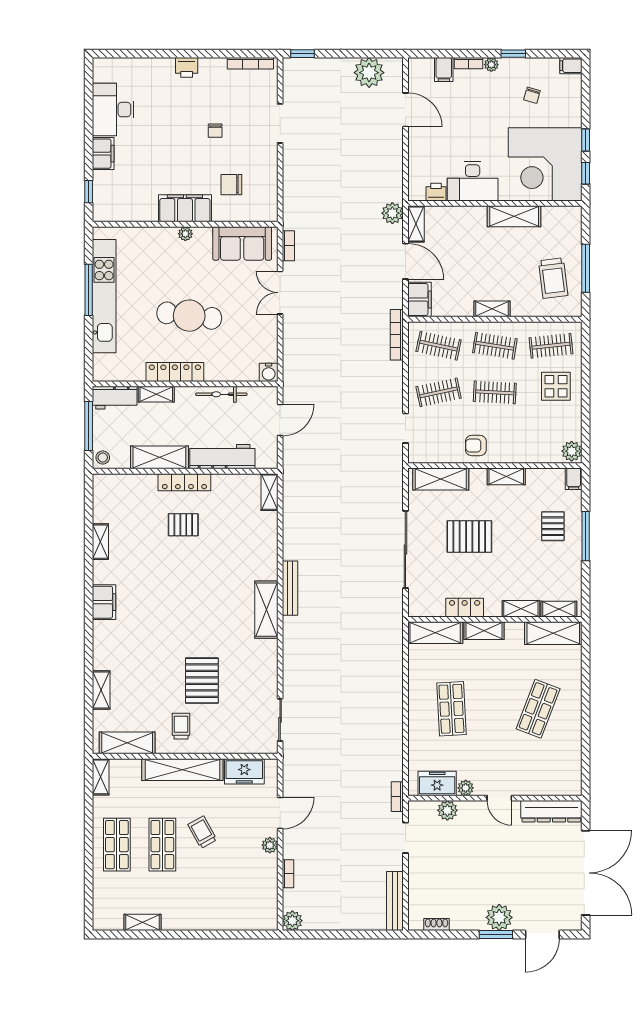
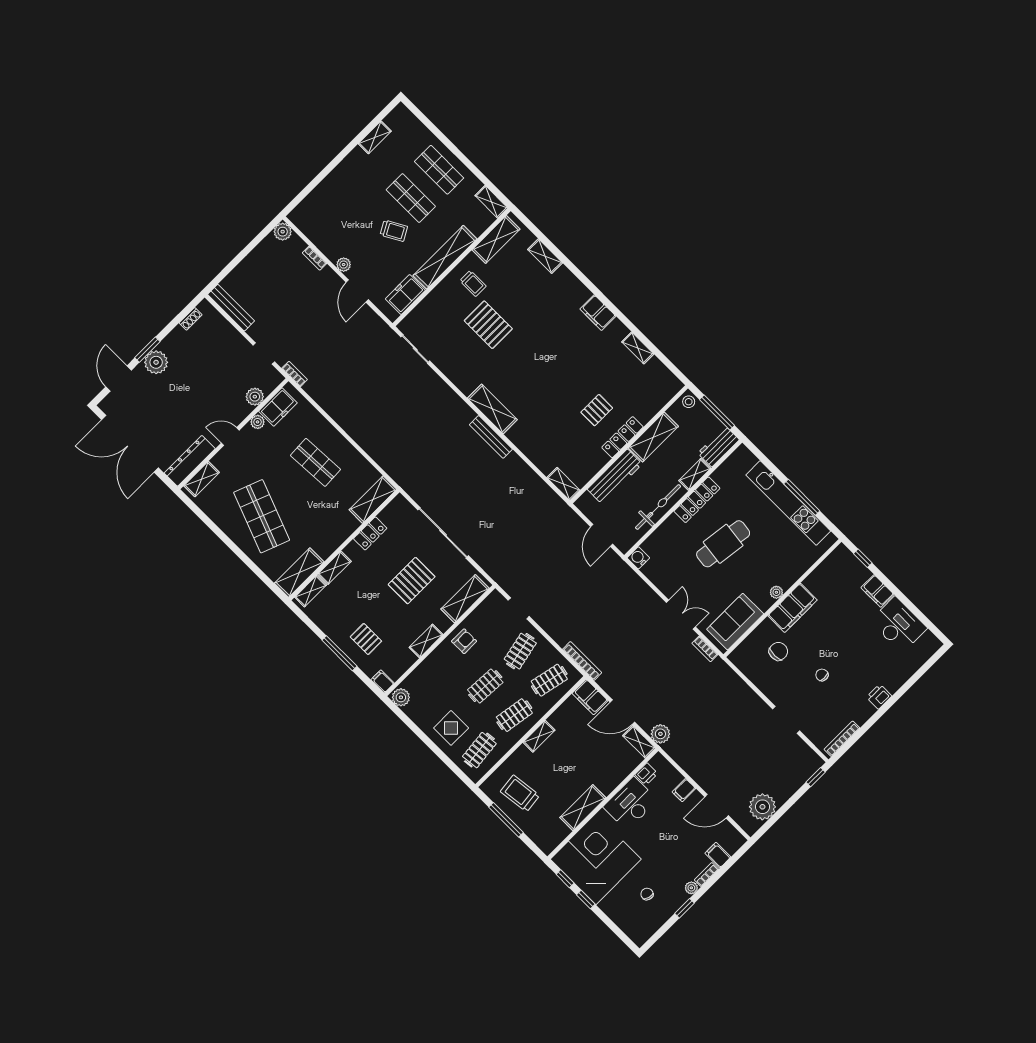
filing cabinet: (571, 66) -> (684, 790), moved, turned 180
bicycle: (221, 394) -> (658, 507), width x1.37, depth x1.40
shelving: (484, 631) -> (202, 479), moved
shop shelf: (538, 709) -> (262, 516), width x1.43, depth x1.36

